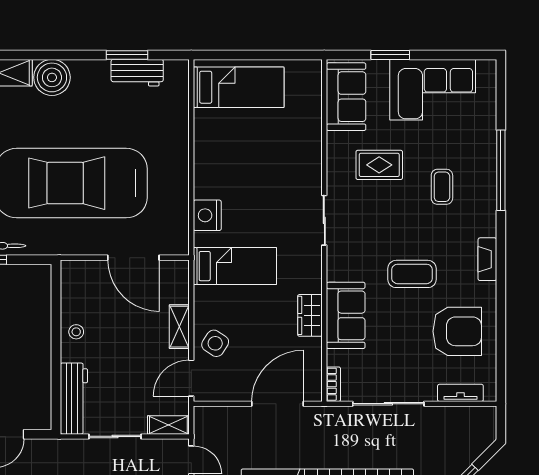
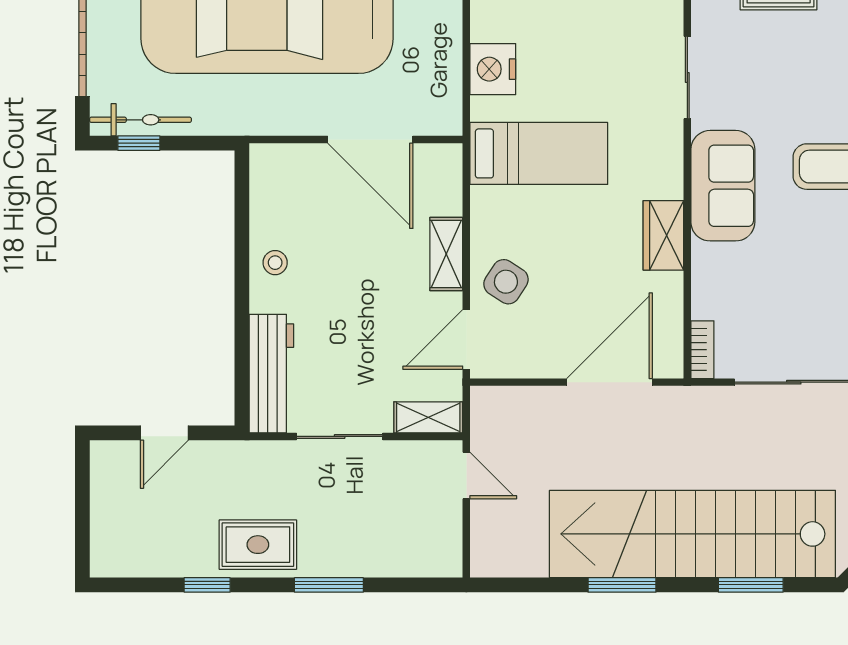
sofa: (346, 315) -> (723, 186), moved

